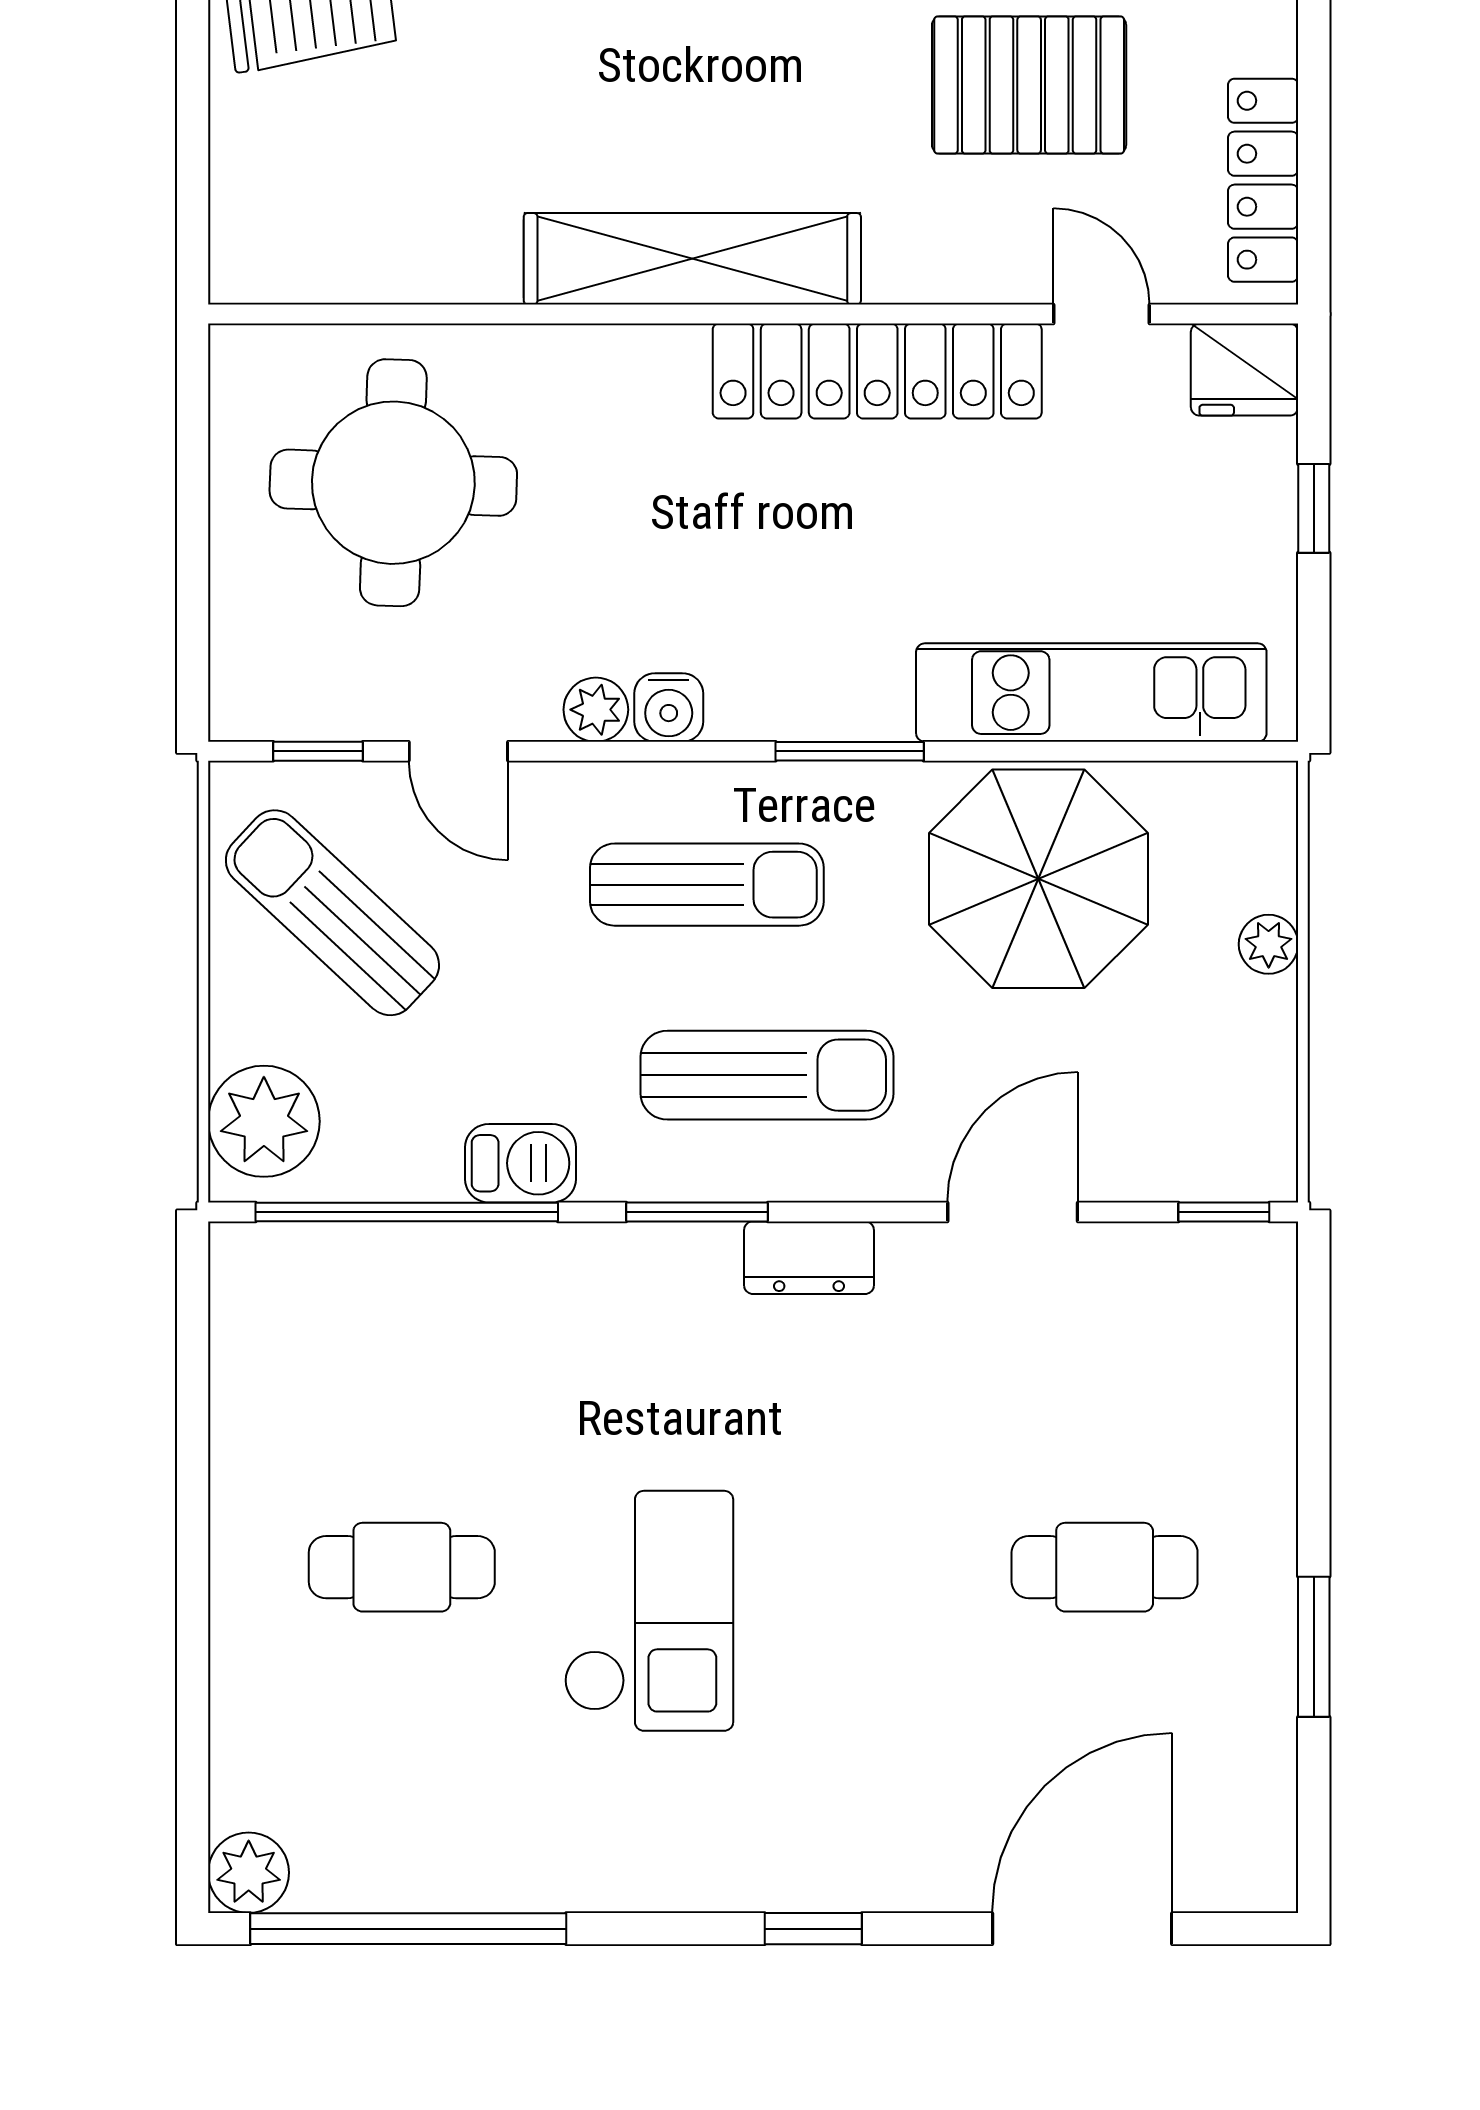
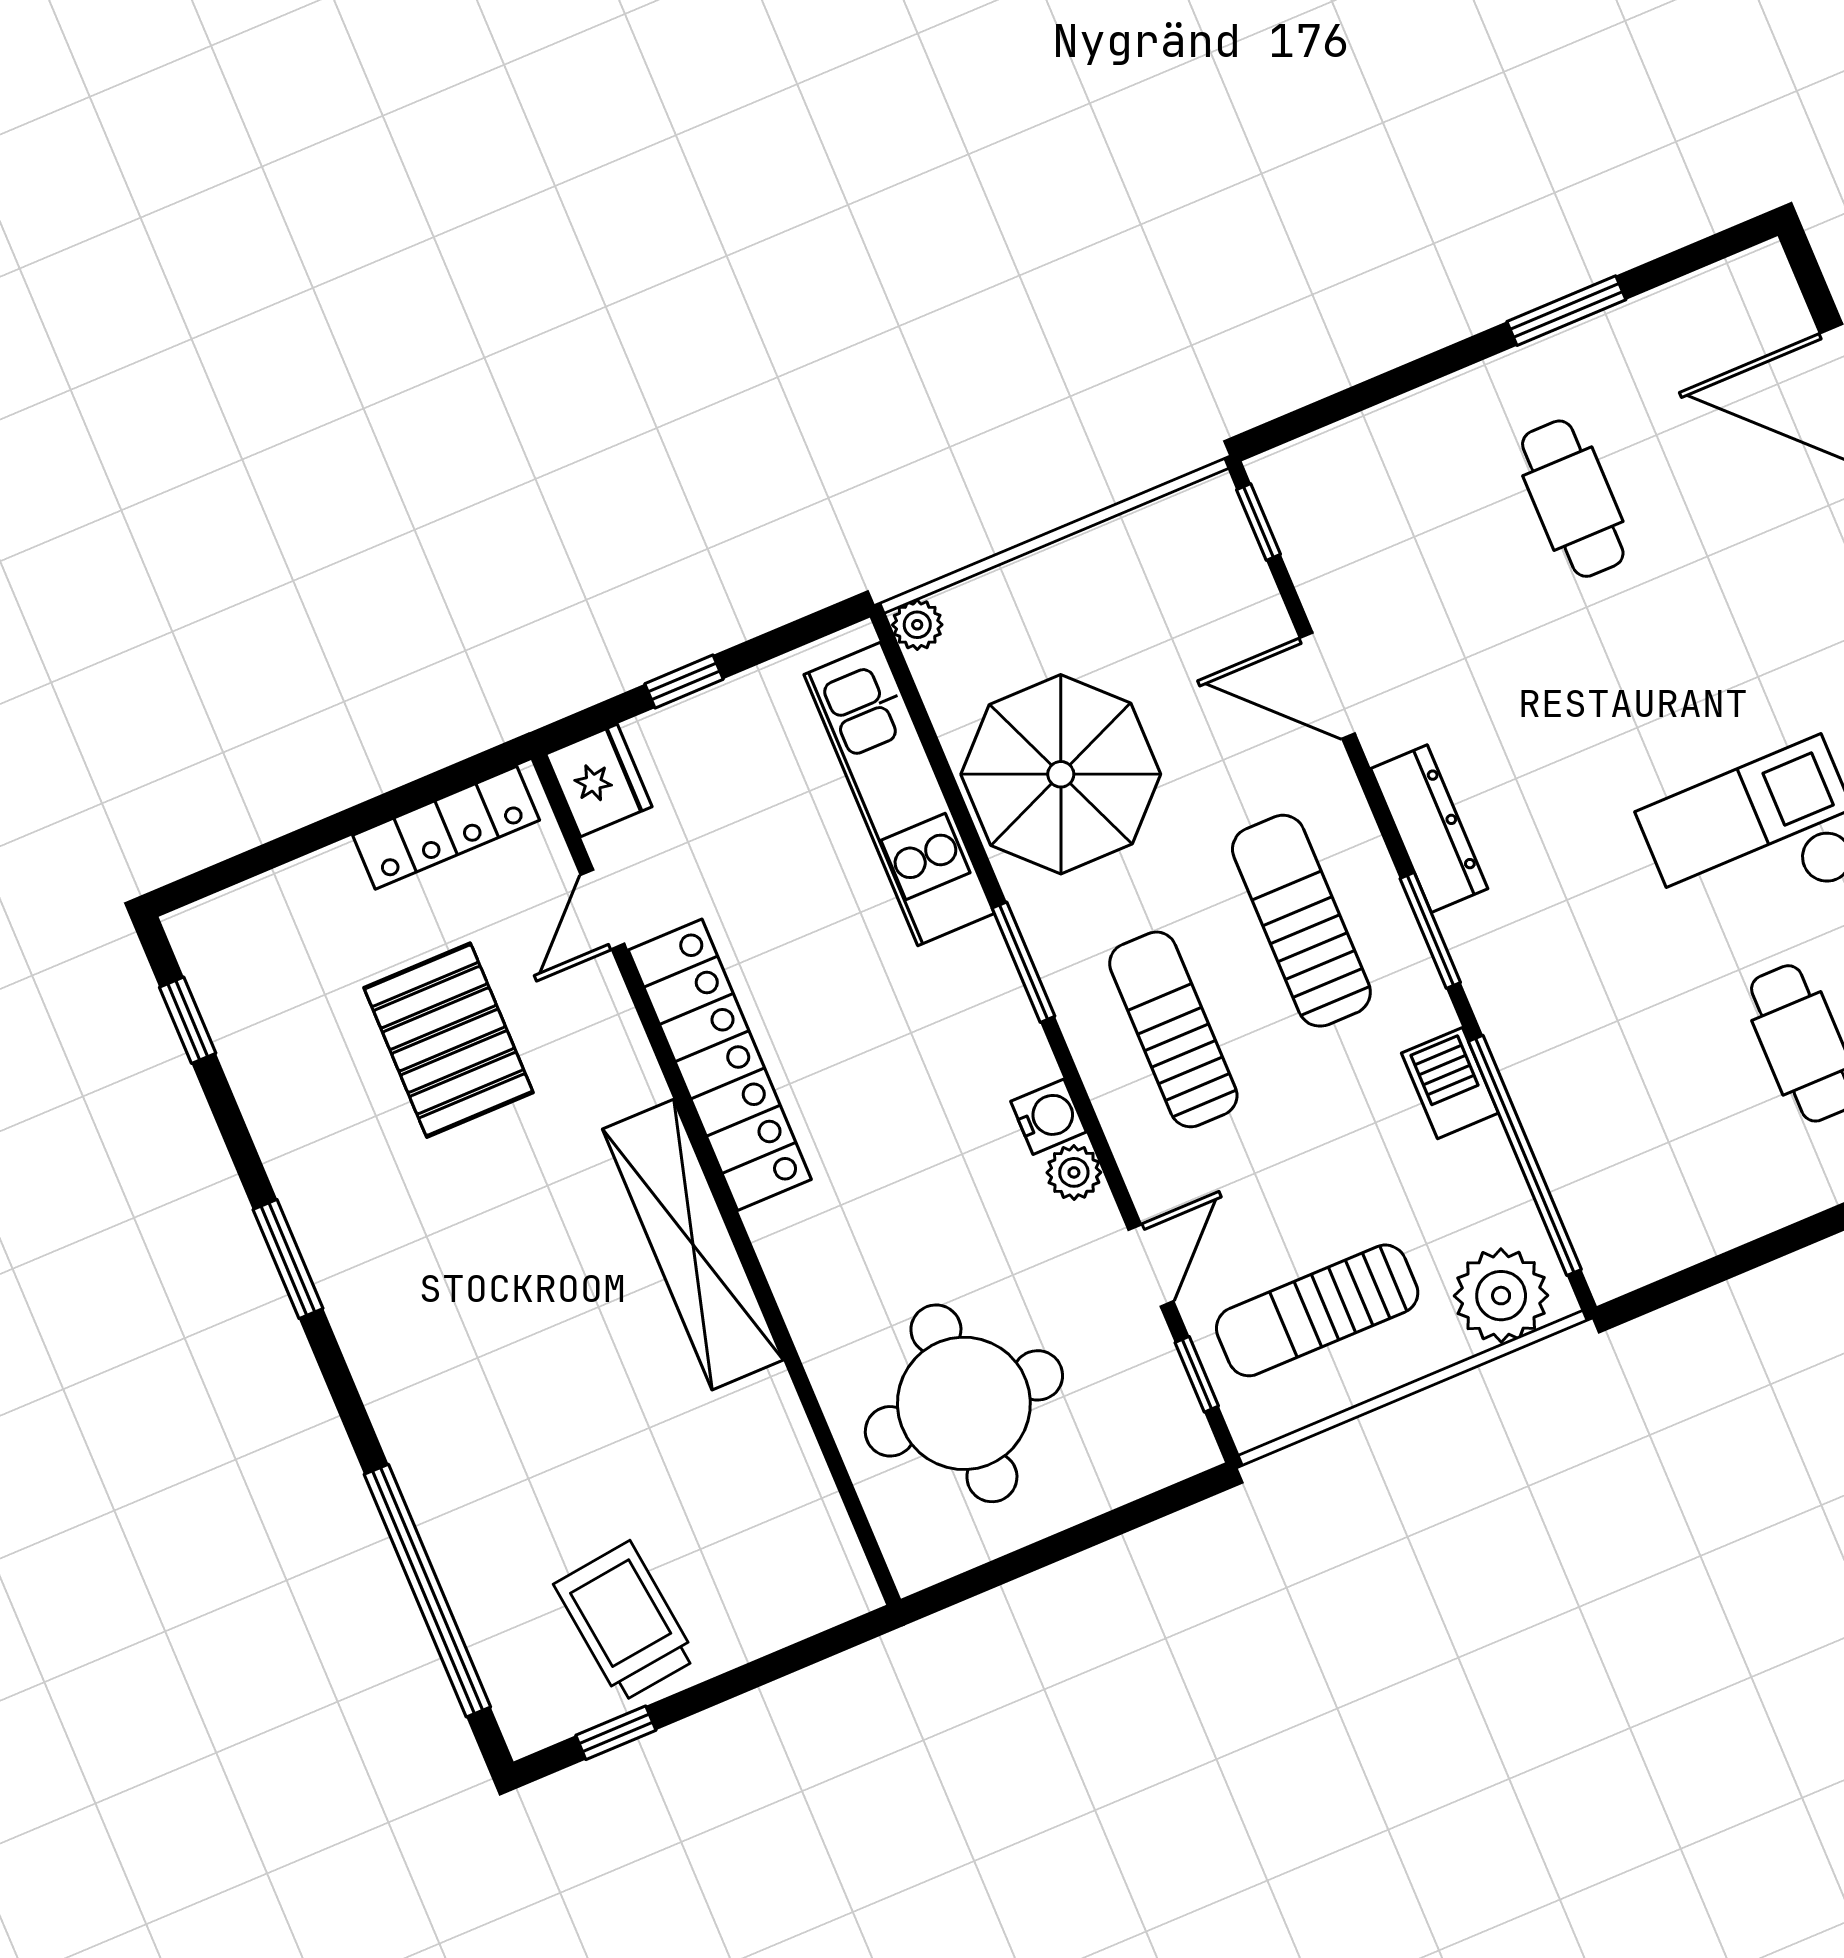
sun lounger: (332, 913) -> (1317, 1310), turned 47
plant: (1269, 944) -> (917, 625), moved
dresser: (809, 1258) -> (1429, 829), width x1.44

